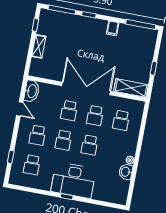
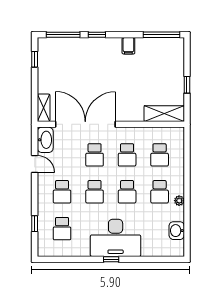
shelving: (39, 46) -> (44, 108), moved
double door: (86, 88) -> (85, 124), moved
school desk: (116, 150) -> (160, 192), added
washbasin: (126, 172) -> (177, 231), moved

